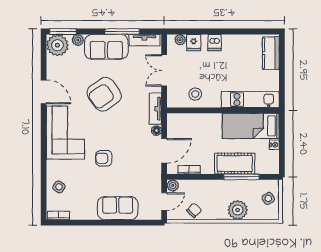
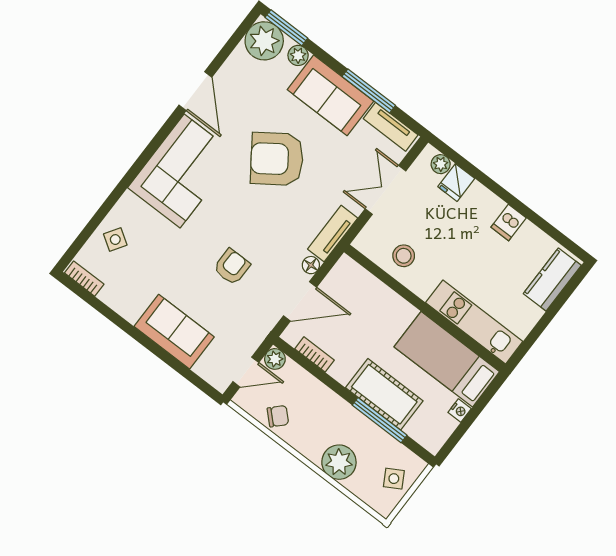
dishwasher: (215, 43) -> (509, 223), moved
armchair: (104, 158) -> (232, 267), moved, turned 90

